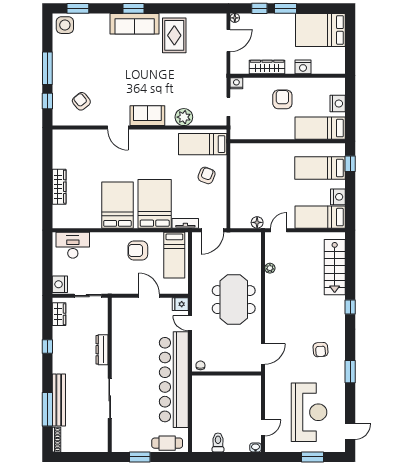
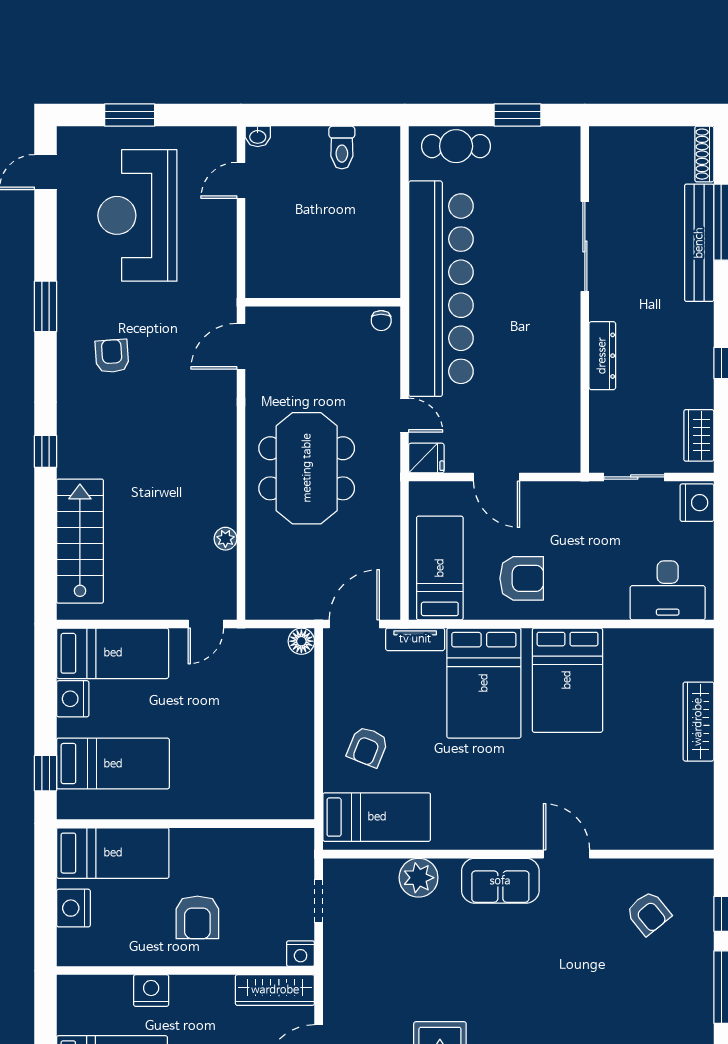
wardrobe: (267, 67) -> (275, 990), moved
floor lamp: (257, 222) -> (301, 641), moved

